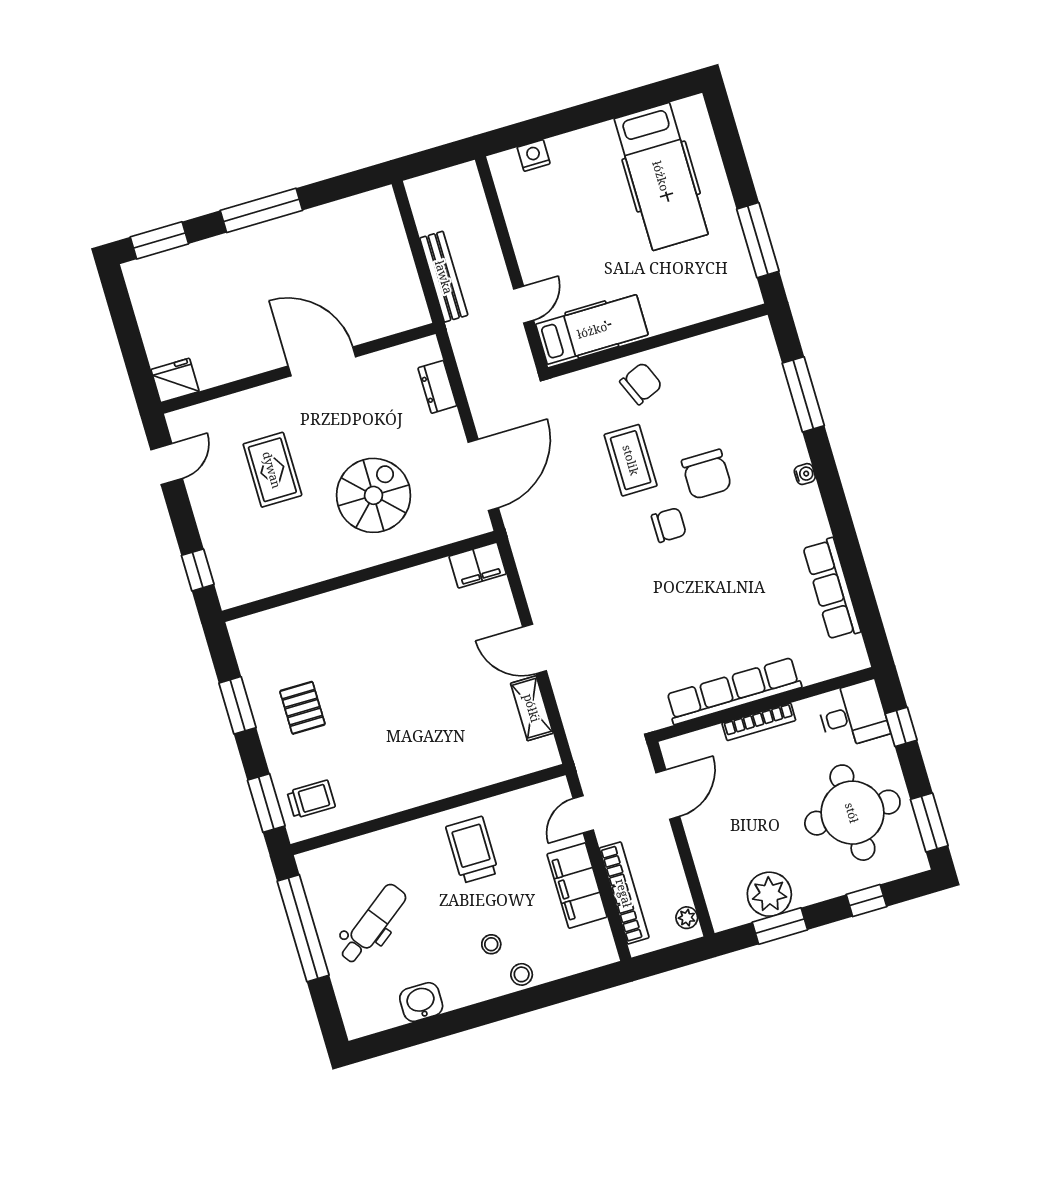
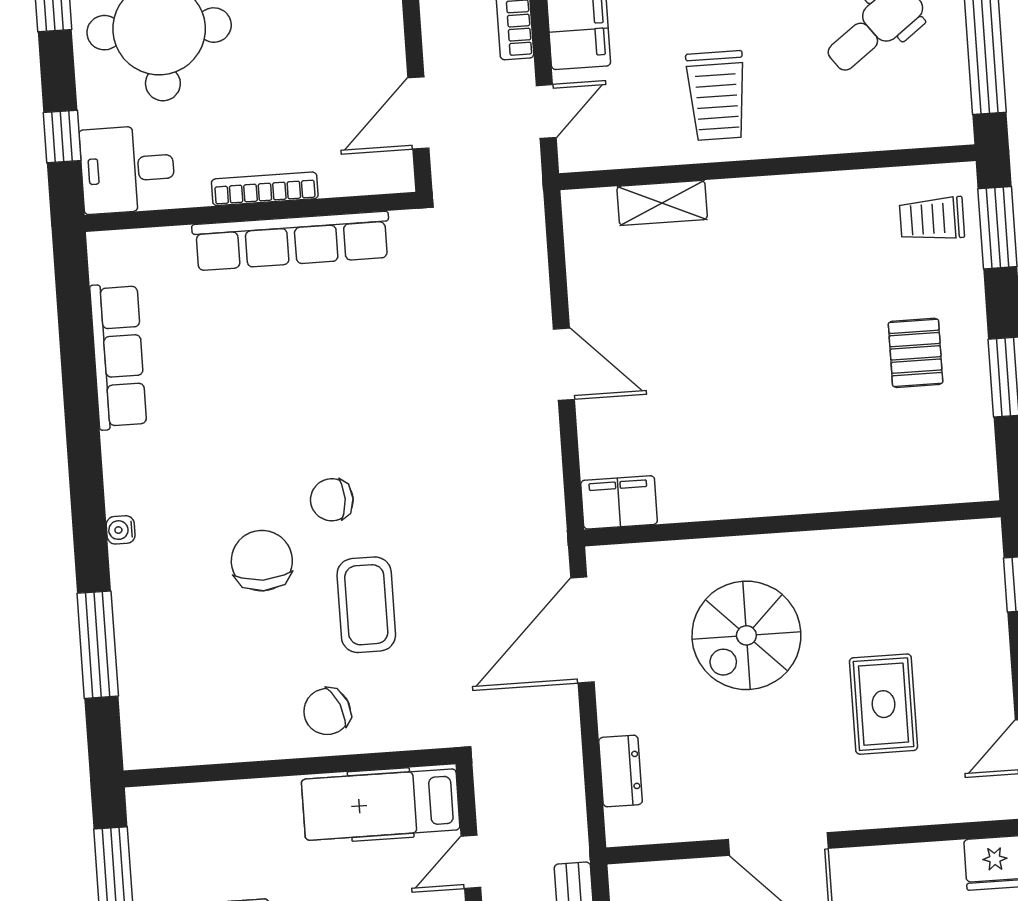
shelving: (532, 708) -> (662, 203), moved, turned 90

